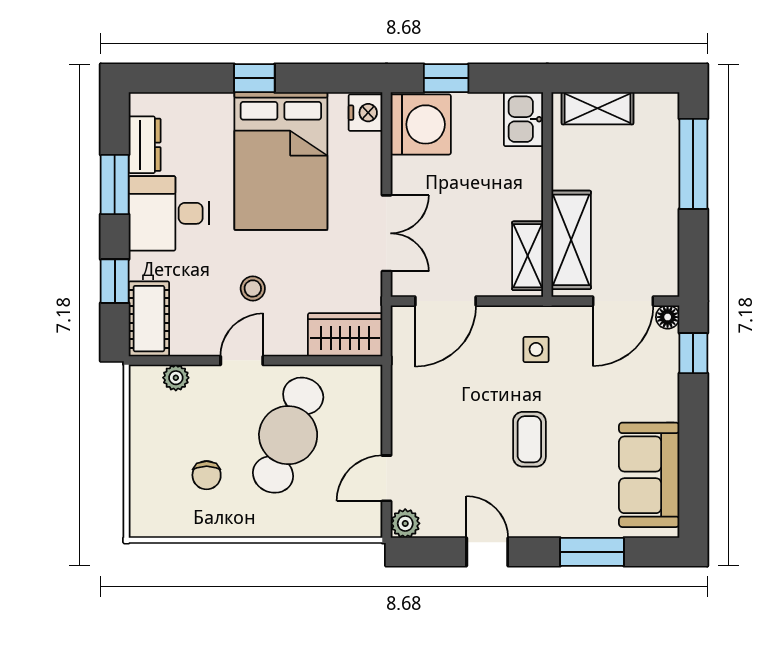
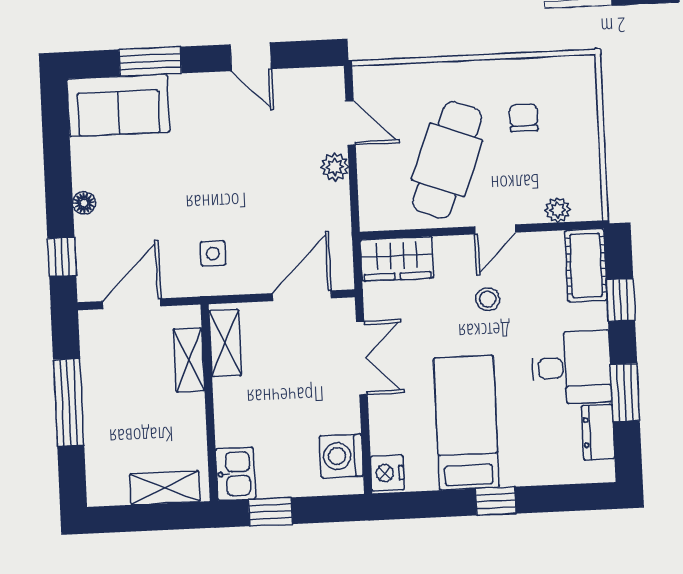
window: (446, 78) -> (270, 512), moved
washing machine: (421, 124) -> (341, 456), width x0.73, depth x0.73
bed: (281, 161) -> (466, 423), width x0.67
window: (693, 164) -> (69, 403), moved
double door: (387, 233) -> (362, 358), swing flipped
shelving: (571, 240) -> (189, 360), width x0.67, depth x0.75
floor lamp: (668, 317) -> (84, 203), moved
coffee table: (529, 439) -> (215, 167), removed
sofa: (649, 475) -> (118, 105), moved, turned 90
door: (387, 478) -> (351, 123), hinge flipped
plant: (405, 523) -> (335, 167), moved

